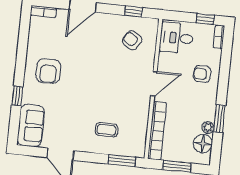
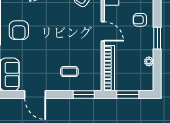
door: (154, 84) -> (103, 31), hinge flipped
window: (219, 119) -> (157, 38), moved
floor lamp: (203, 144) -> (146, 74), removed

